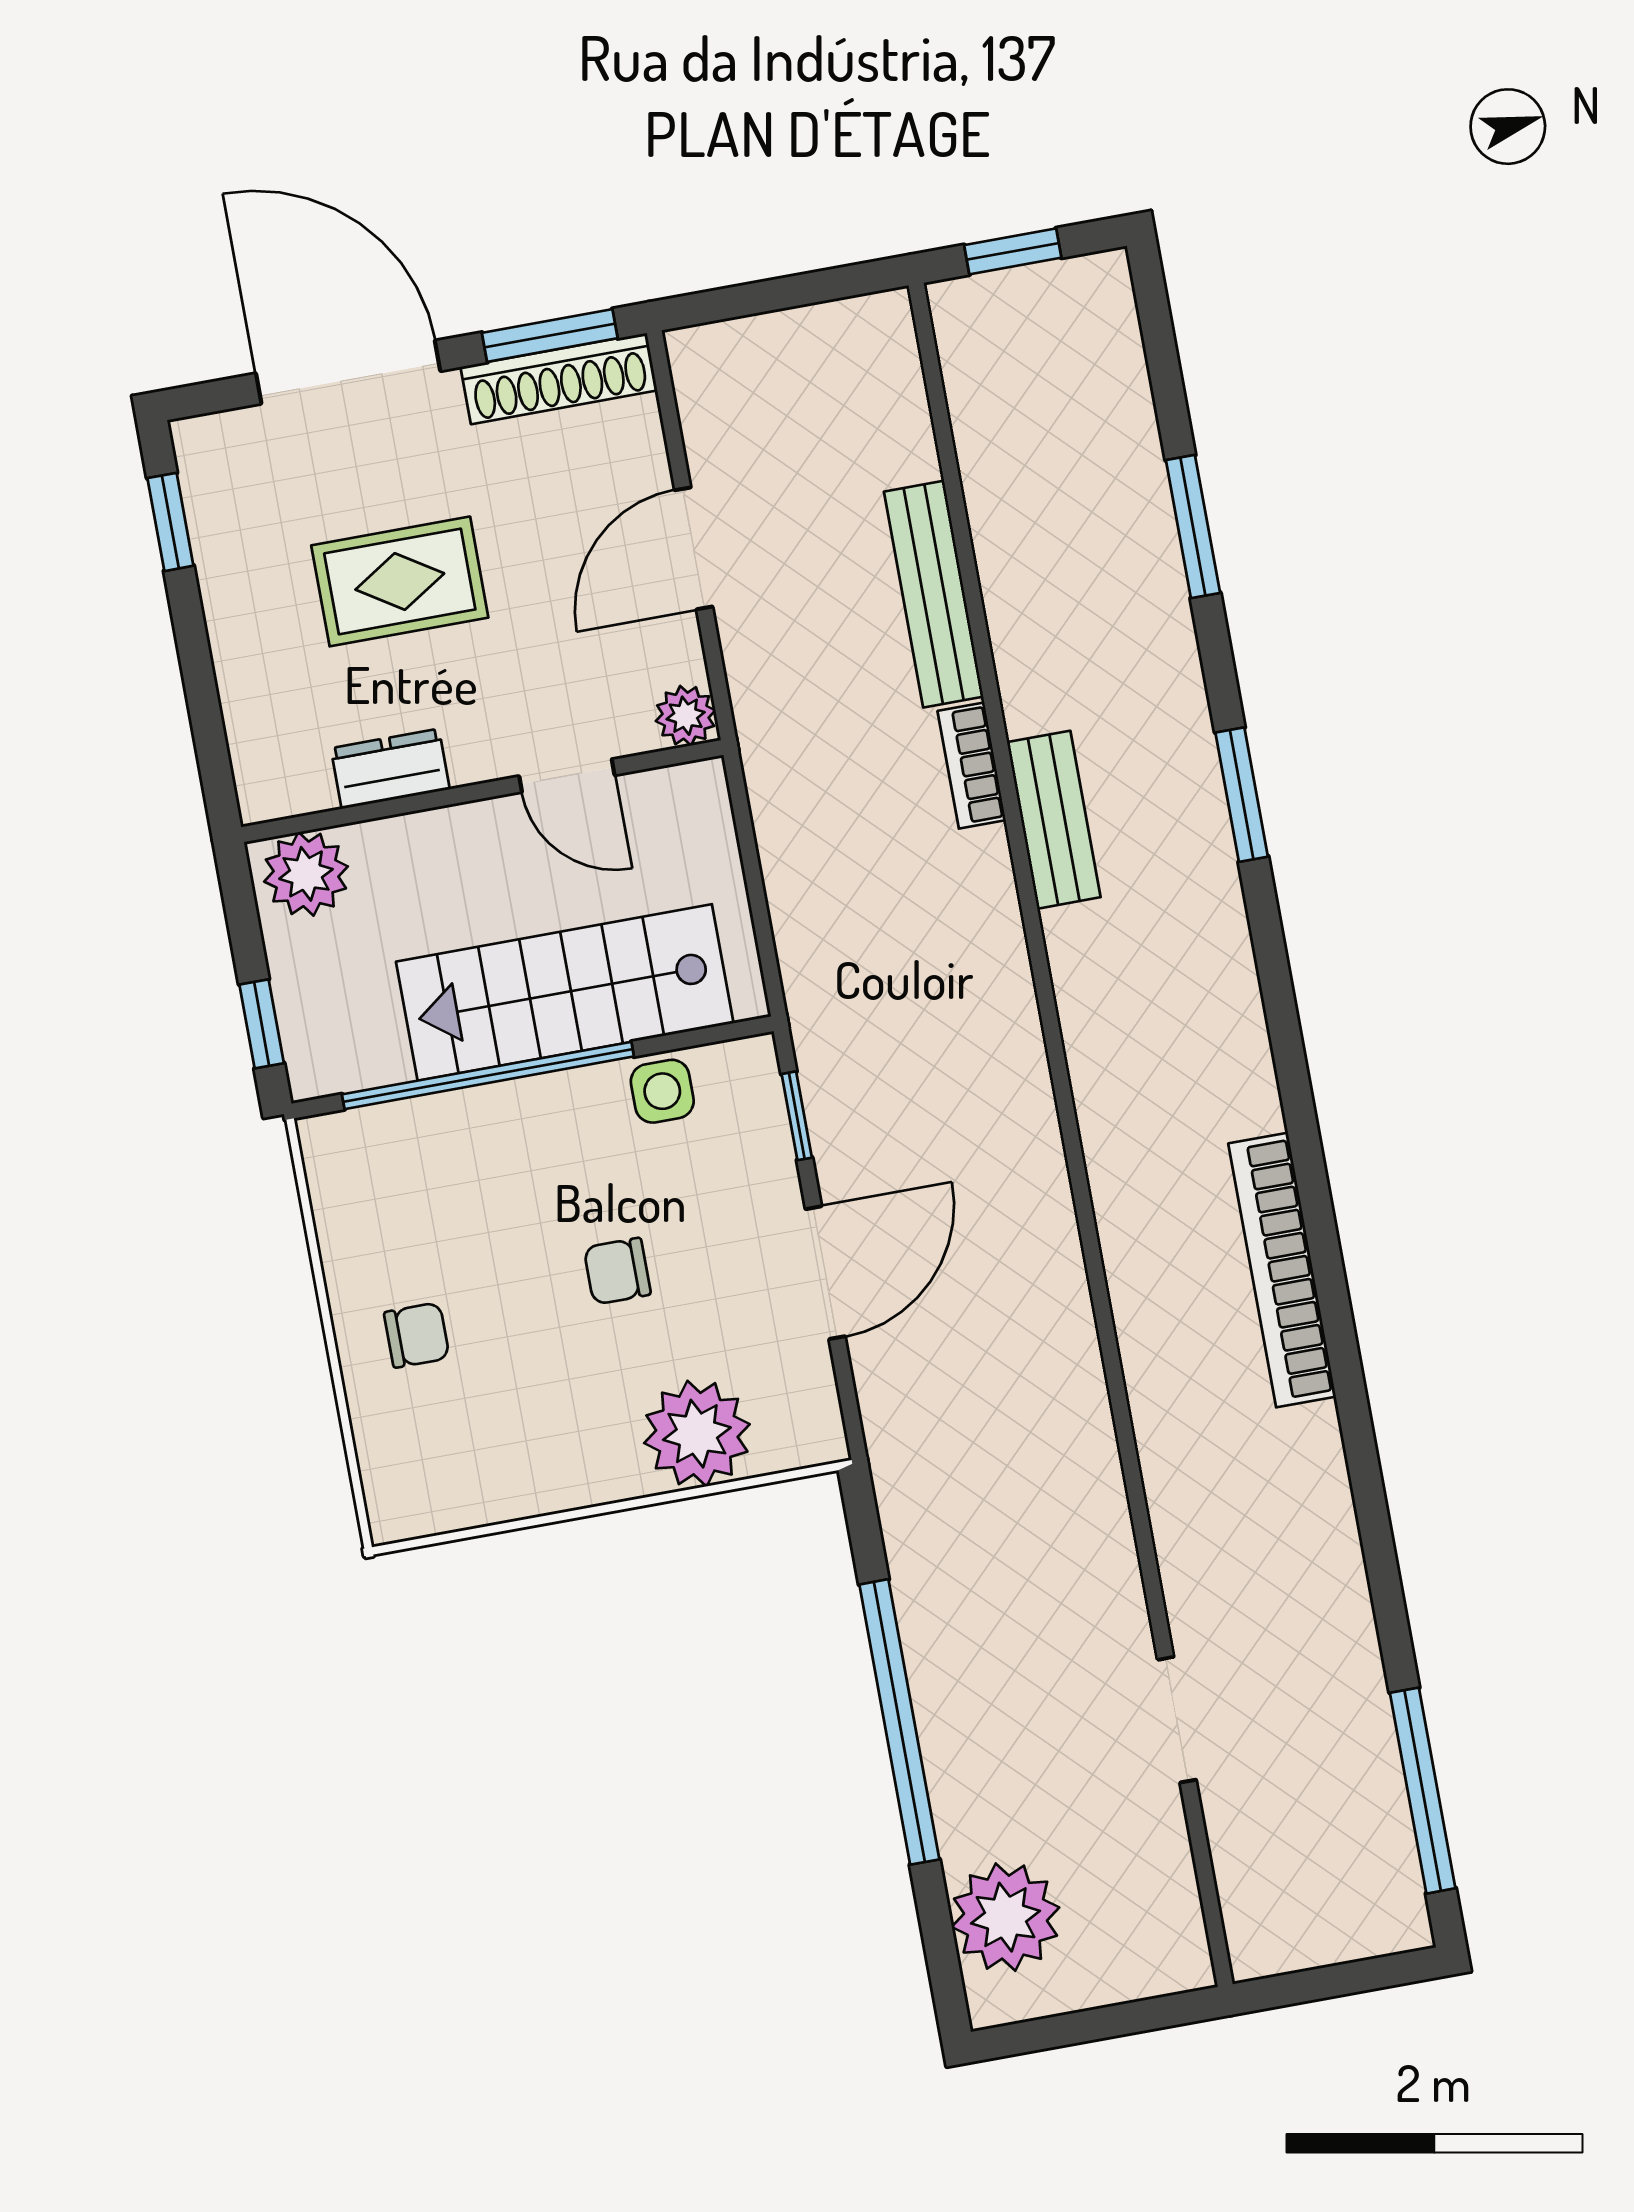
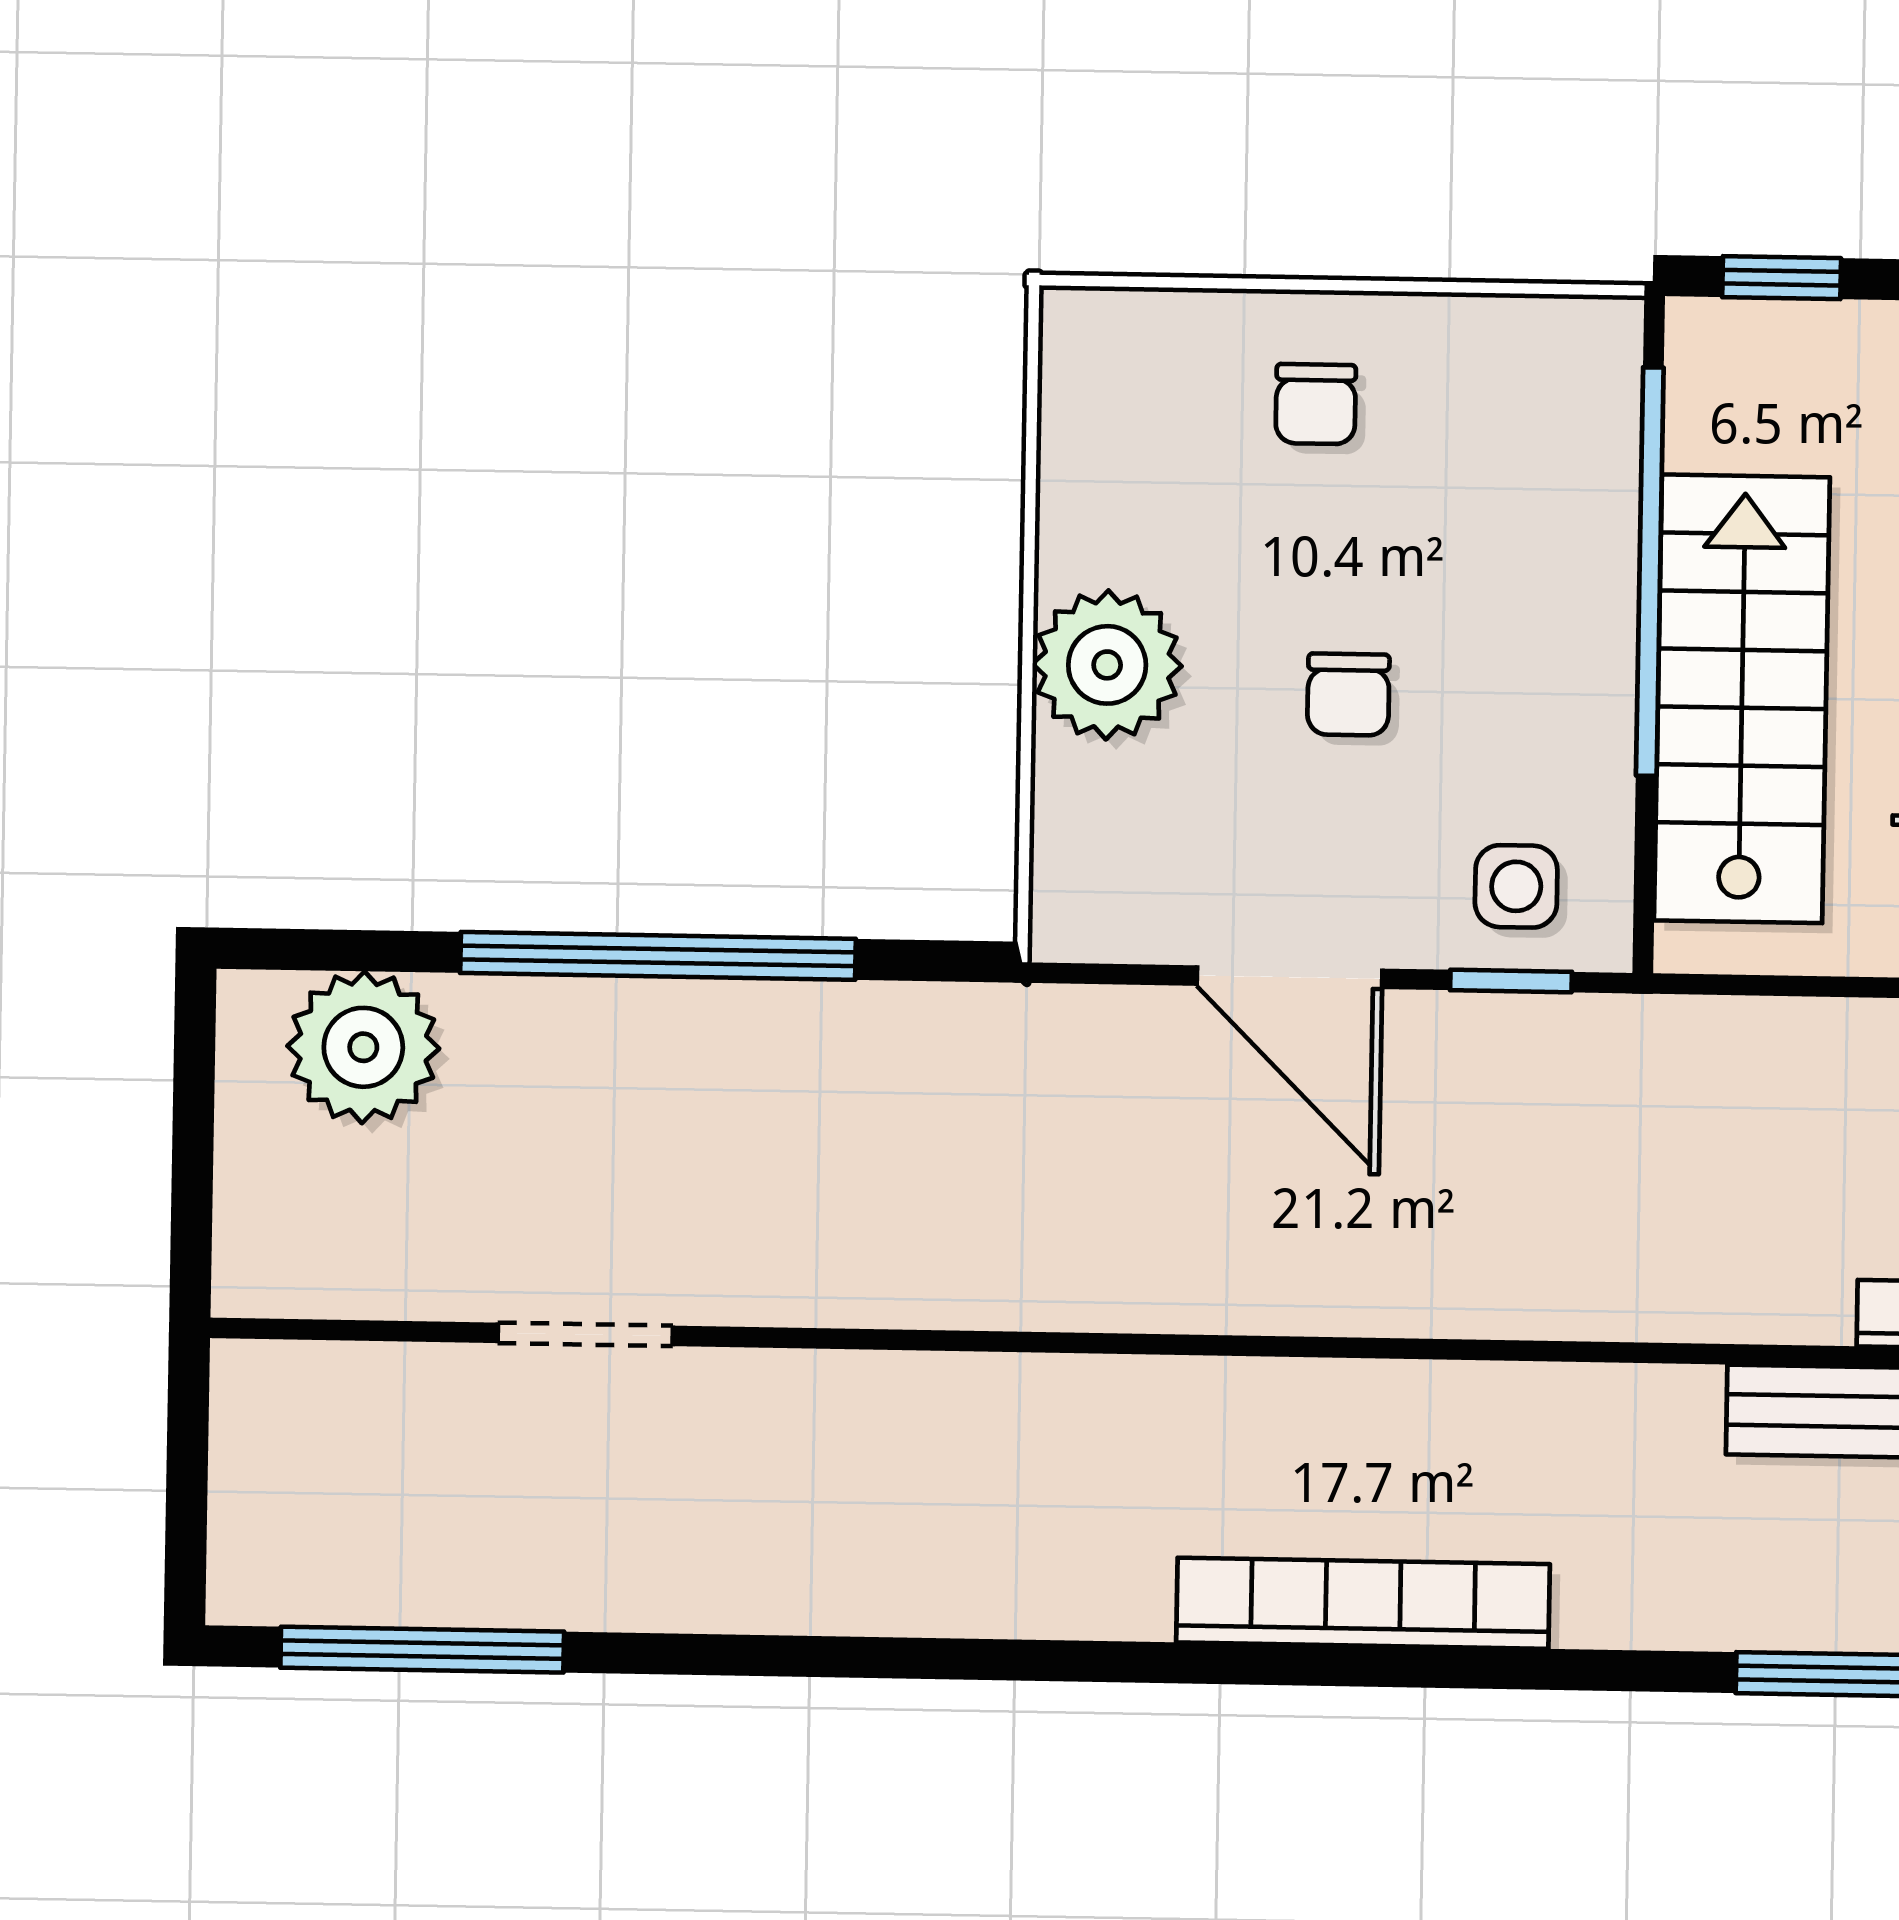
side table: (662, 1091) -> (1516, 886), moved
bookcase: (1282, 1270) -> (1363, 1603), moved
chair: (617, 1271) -> (1348, 695), turned 180
plant: (697, 1434) -> (1107, 665), moved

